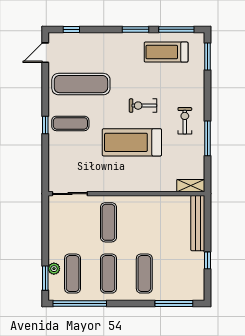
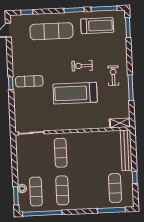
treadmill: (166, 52) -> (97, 26), turned 180
exercise mat: (81, 84) -> (51, 31), moved
exercise mat: (144, 274) -> (115, 188), moved

